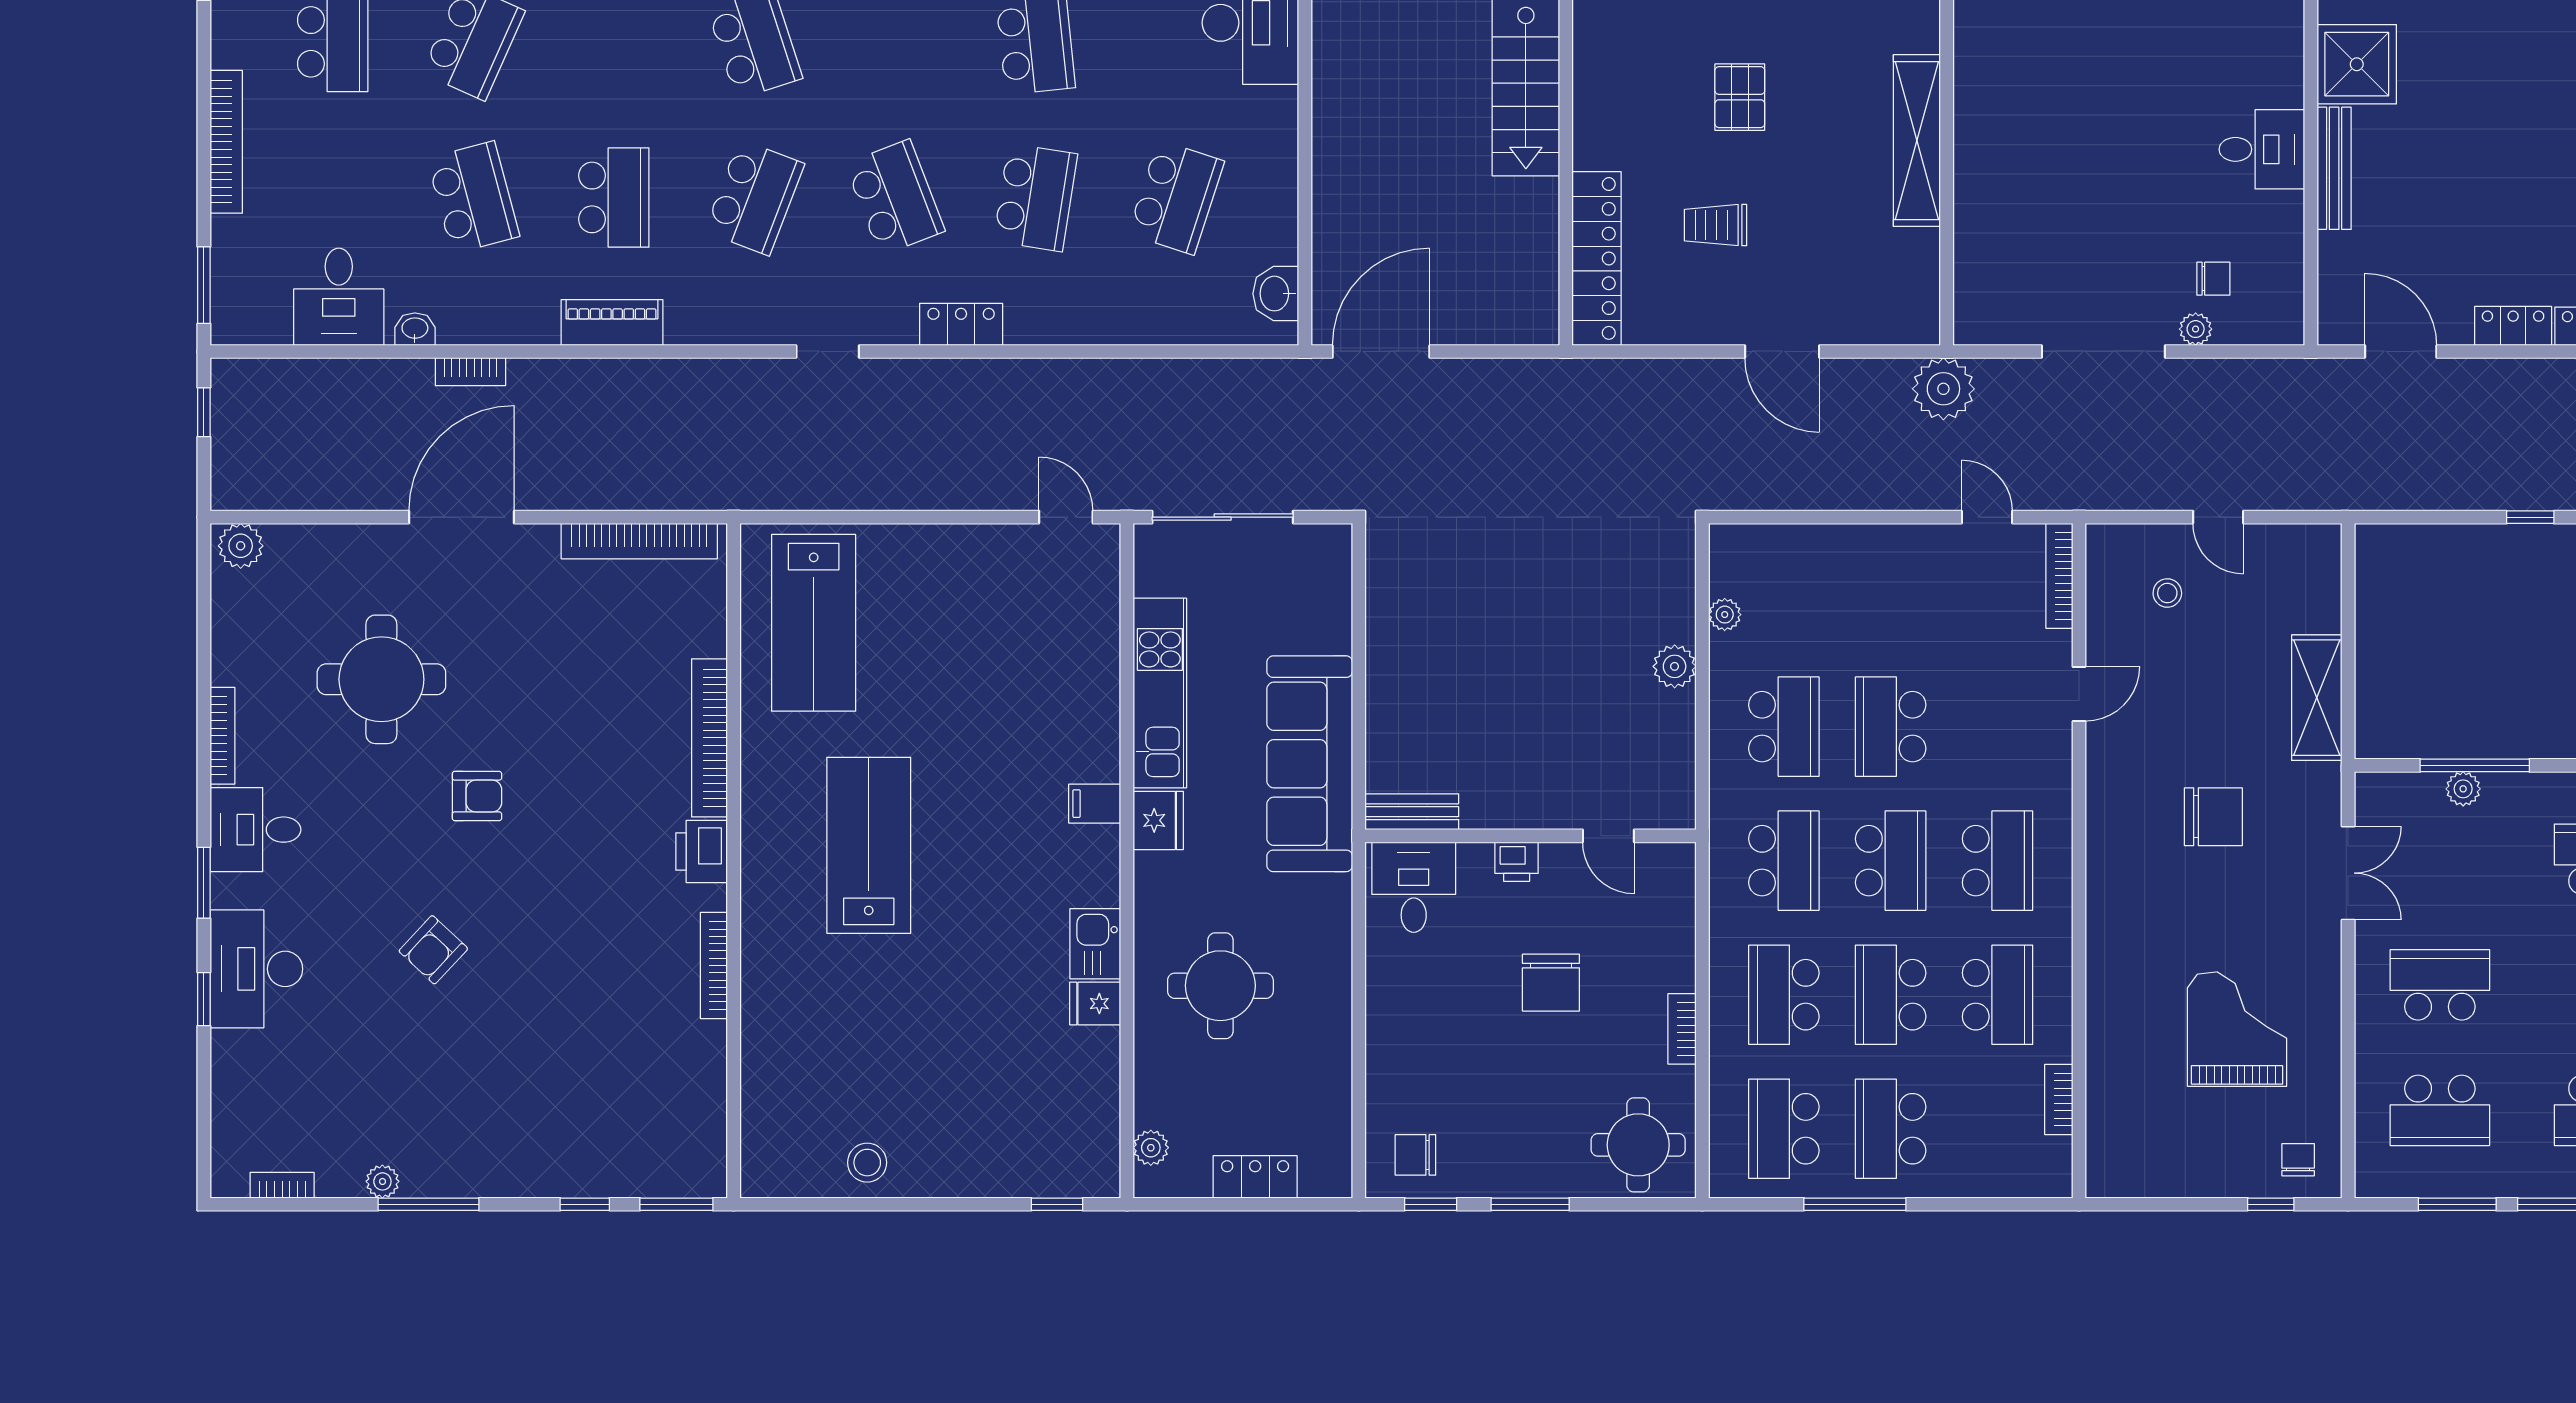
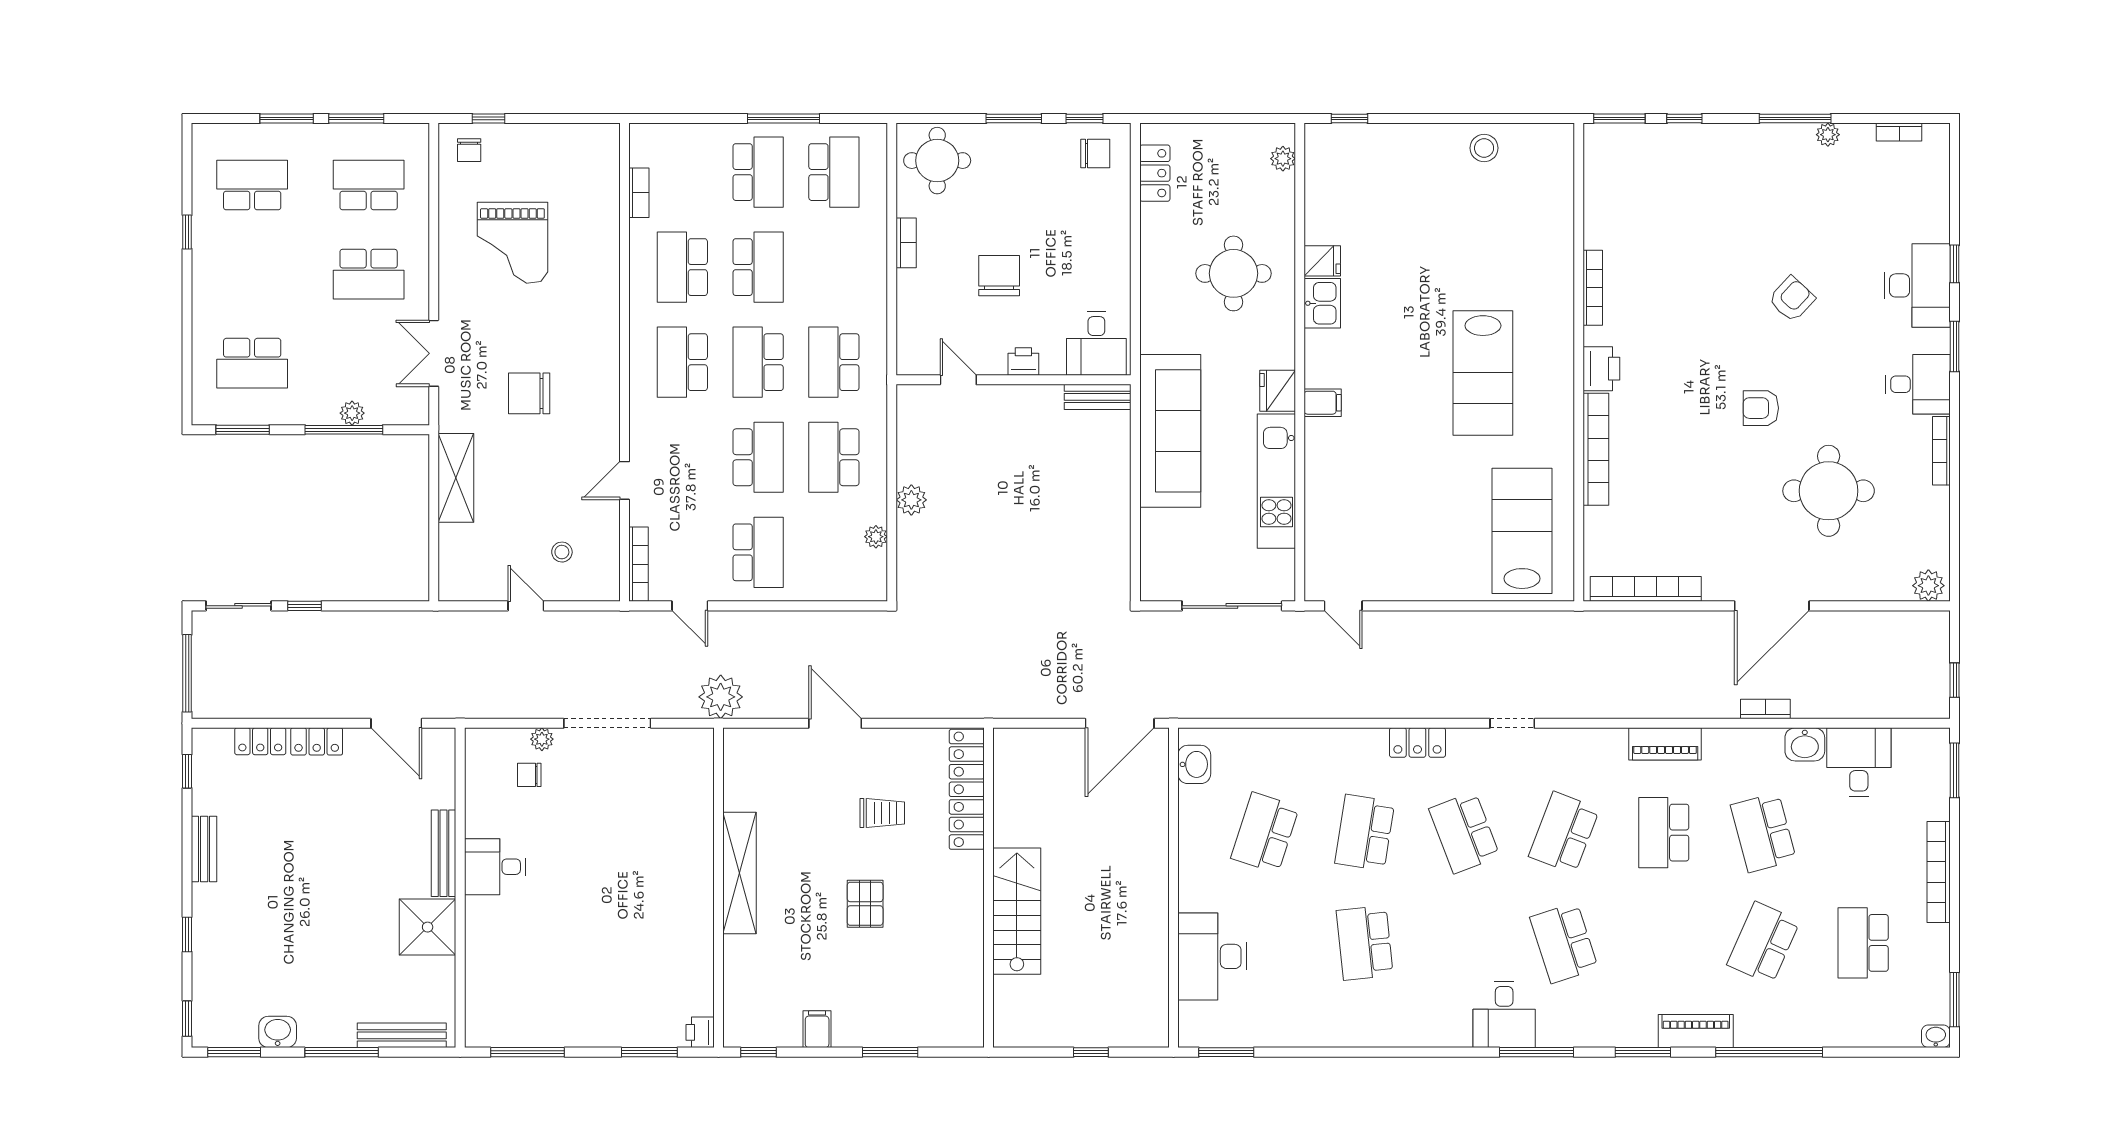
washbasin: (415, 329) -> (1805, 744), width x1.38, depth x1.45
school desk: (1784, 995) -> (758, 552), moved
locker: (1255, 1177) -> (1155, 173), moved, turned -90

